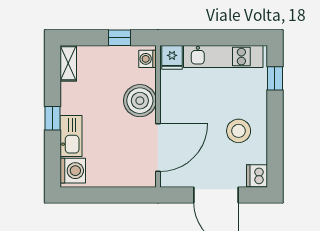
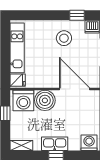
washing machine: (147, 59) -> (23, 100), width x1.89, depth x1.89
window: (275, 78) -> (77, 15), moved
kitchen sink: (71, 136) -> (55, 144), moved

